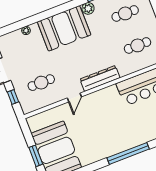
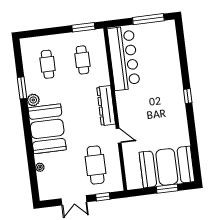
cafe table: (41, 83) -> (96, 165), width x1.37, depth x1.35
window: (128, 153) -> (188, 96), width x0.32

